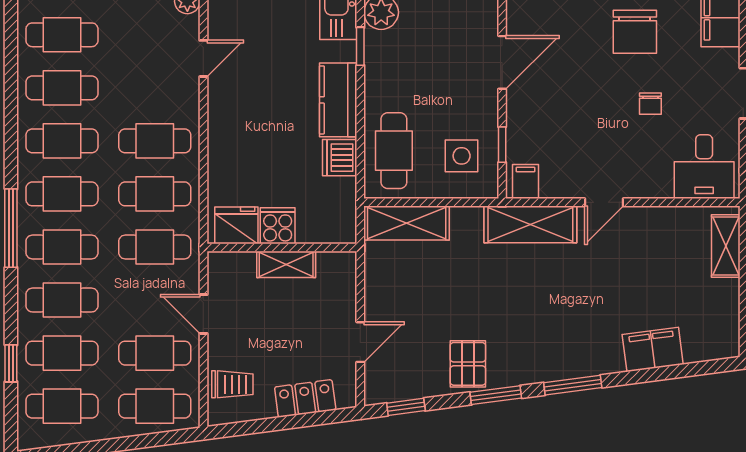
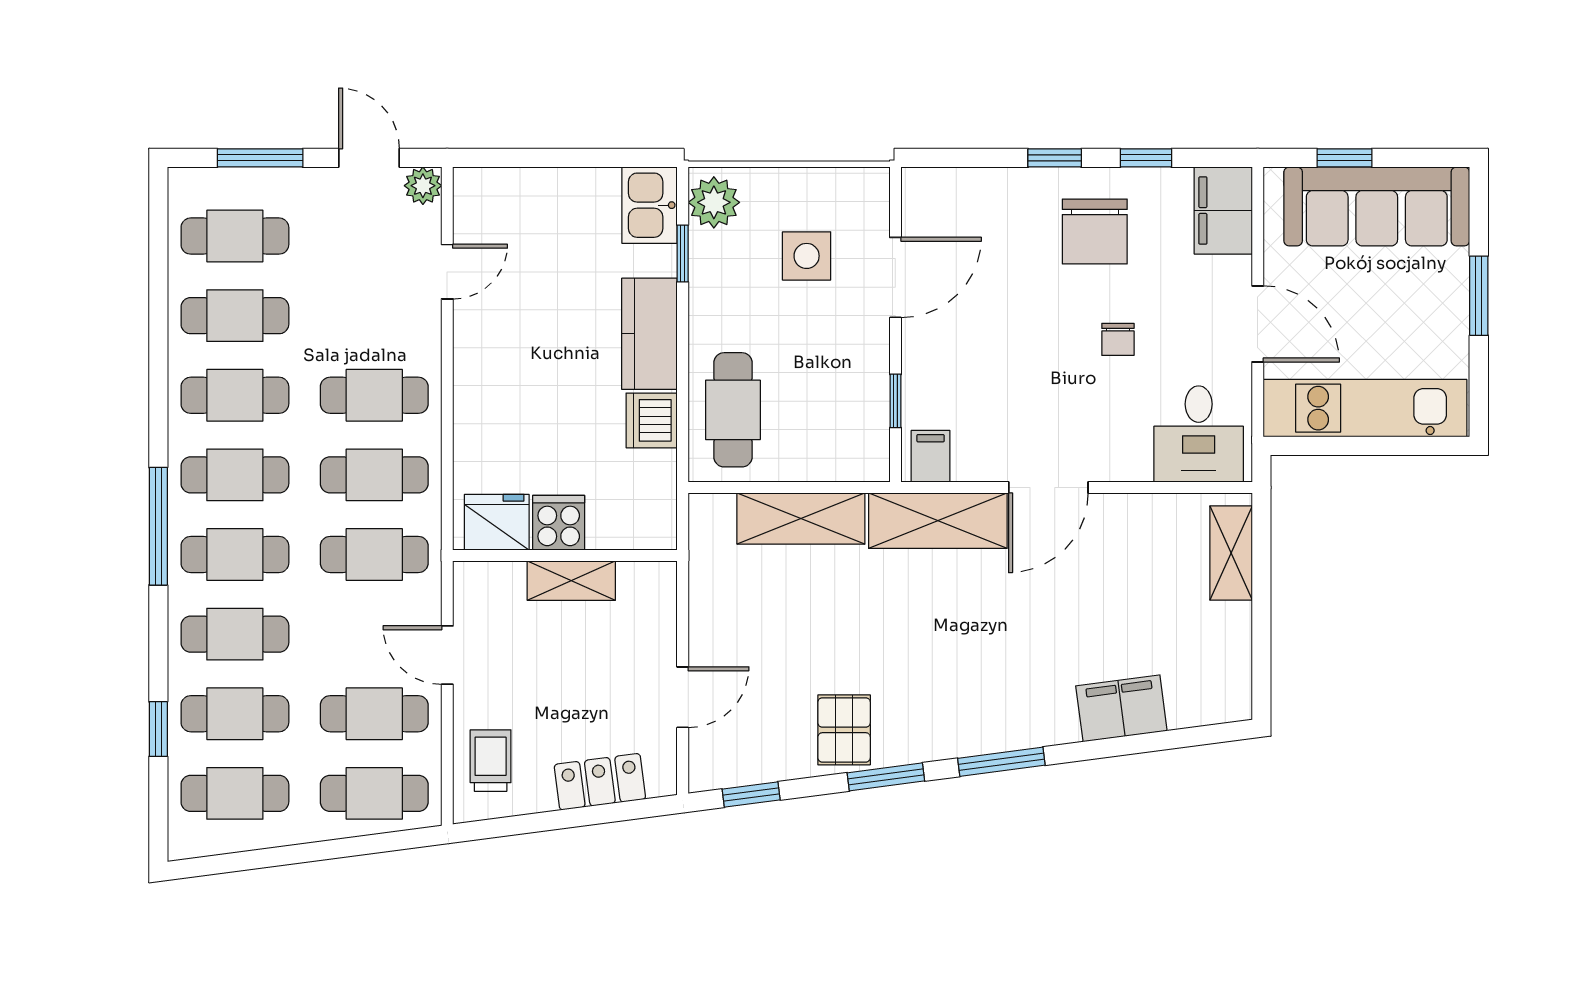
side table: (462, 156) -> (807, 256), moved
door: (604, 202) -> (1048, 488), width x1.38
shelving: (407, 223) -> (801, 519), moved
trolley: (232, 384) -> (491, 761), turned -90

